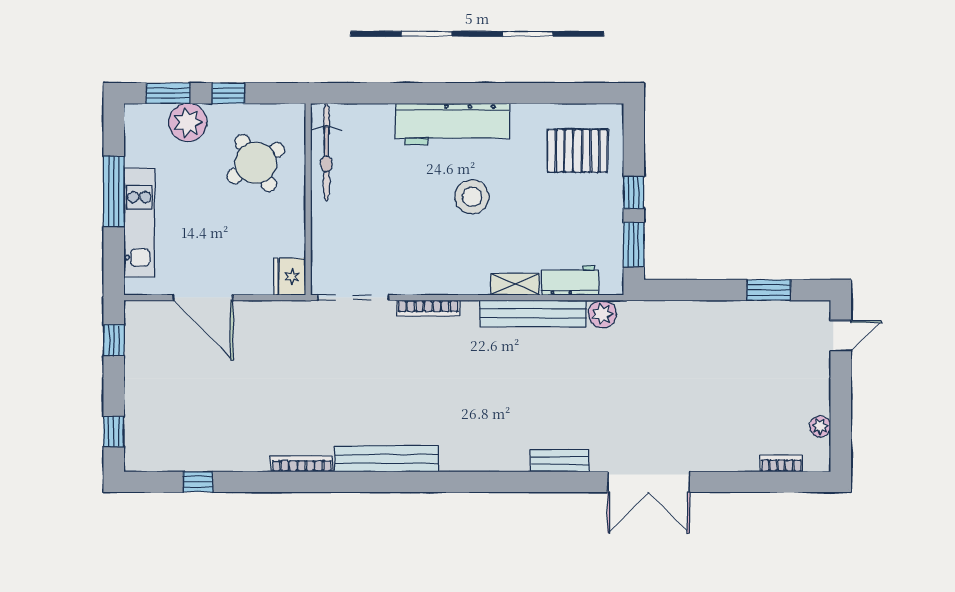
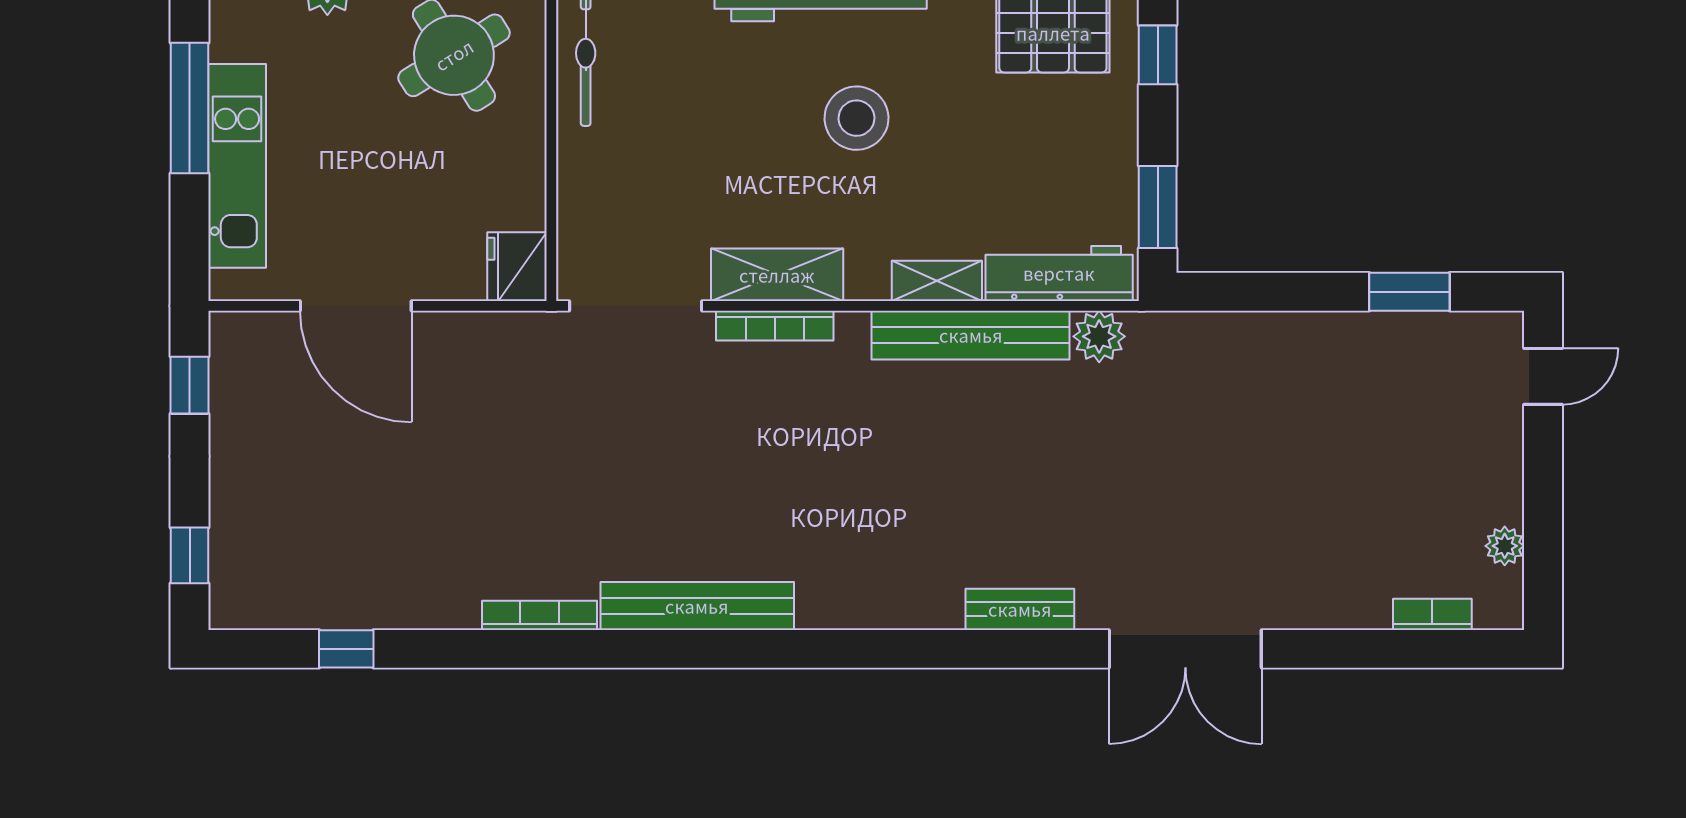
window: (634, 193) -> (1158, 55), moved
workbench: (570, 280) -> (1059, 273), width x1.38
shelving: (429, 281) -> (777, 275), added

